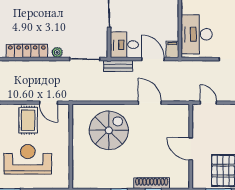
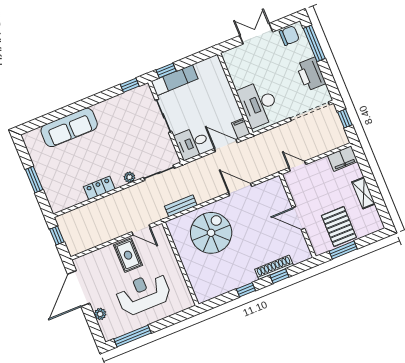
locker: (27, 51) -> (99, 188), width x0.66
bench: (118, 66) -> (181, 206), moved

